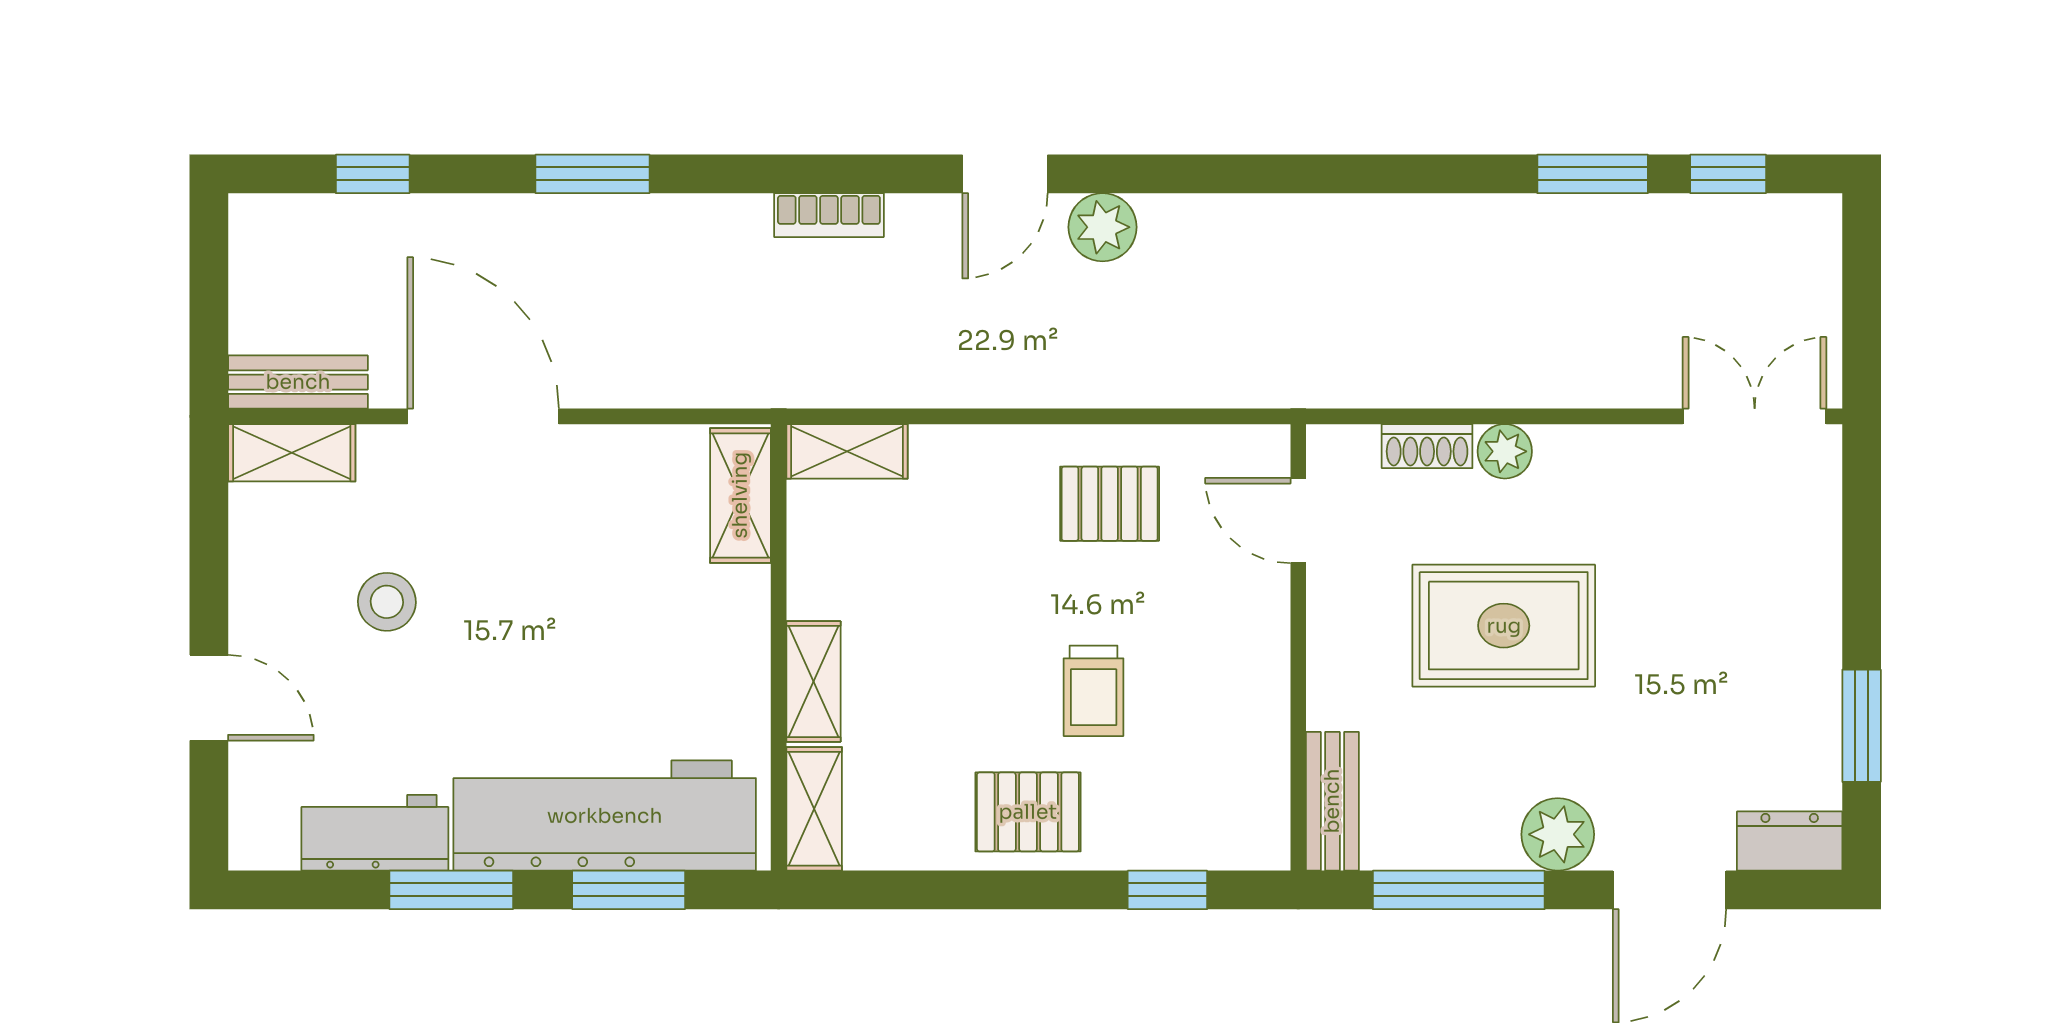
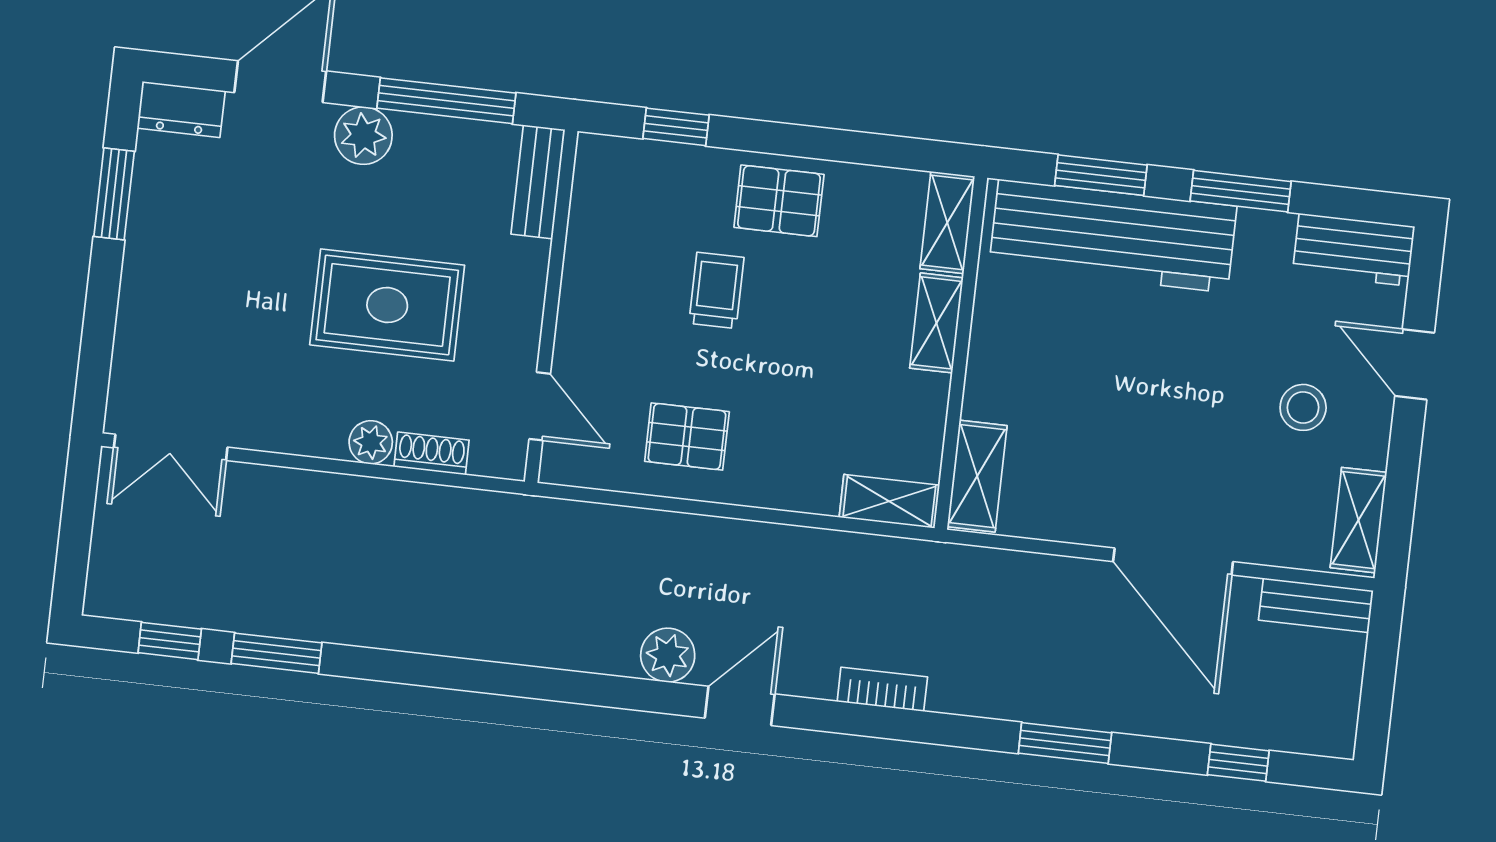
shelving: (292, 453) -> (1359, 520), moved, turned 90
stool: (387, 602) -> (1303, 407), moved
workbench: (375, 833) -> (1354, 250), moved

